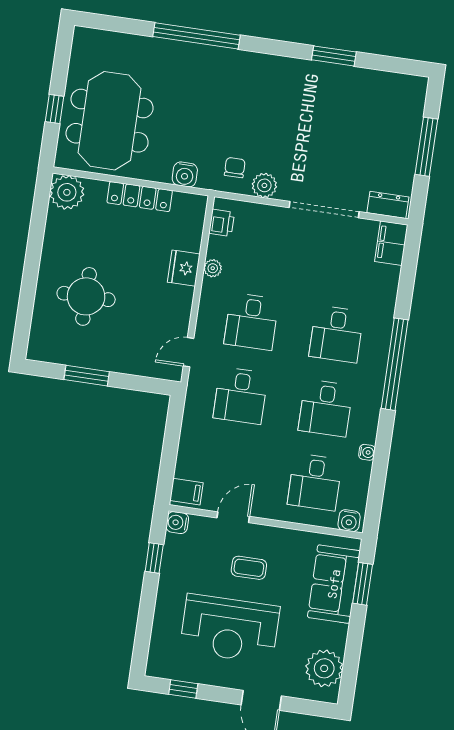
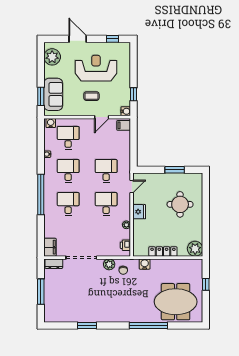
meeting table: (110, 121) -> (176, 302), moved, turned 90
fridge: (184, 268) -> (139, 212), moved

